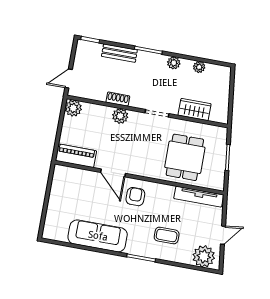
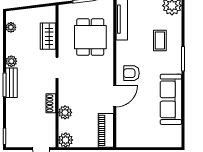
bench: (119, 53) -> (11, 83), moved
plant: (199, 67) -> (11, 27), moved
plant: (120, 116) -> (65, 112), moved
dining table: (185, 157) -> (90, 37), turned 90

